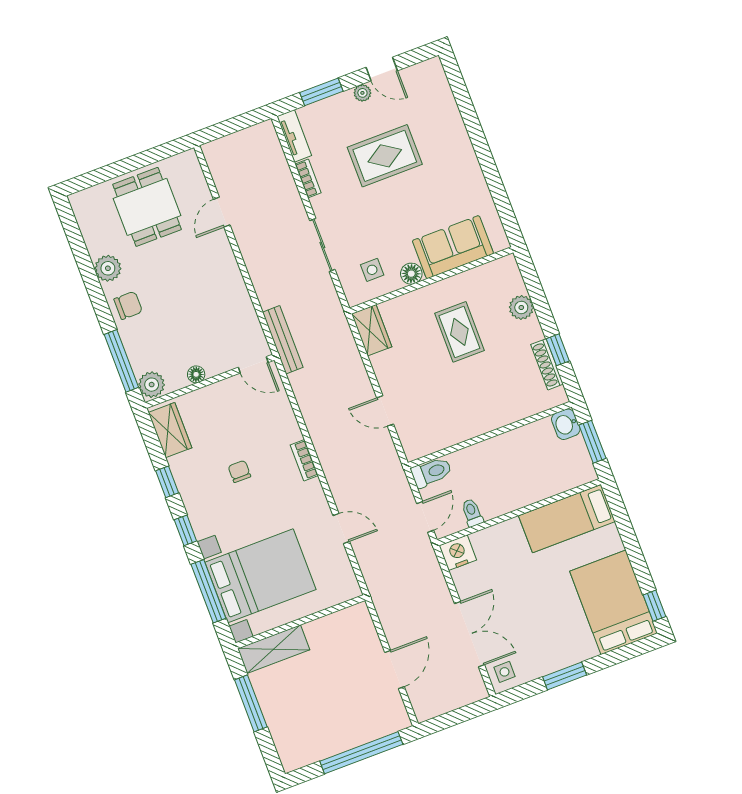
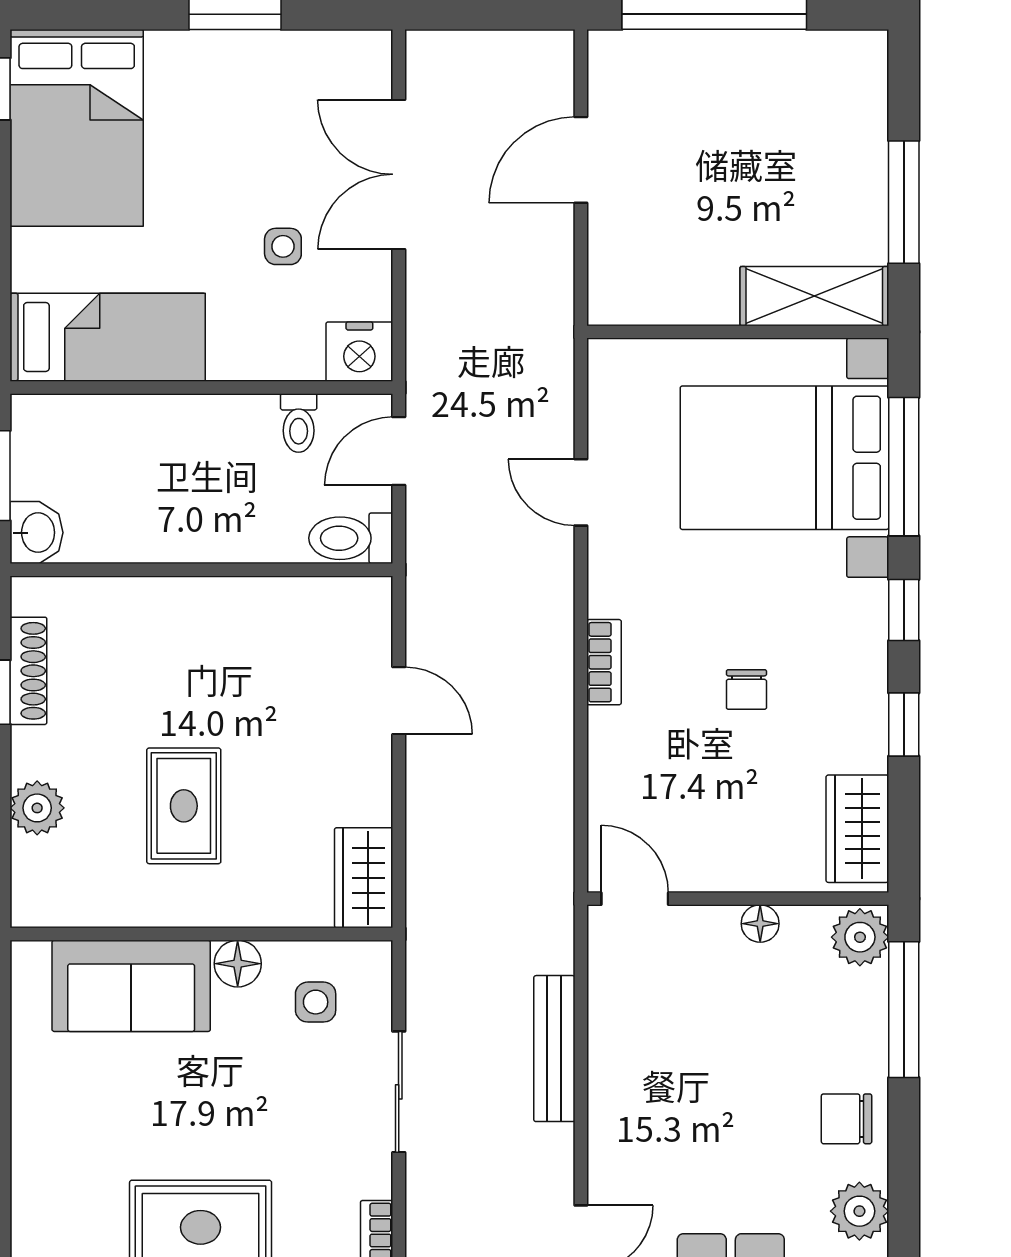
bench: (283, 340) -> (554, 1049), moved
side table: (504, 672) -> (283, 246), moved

